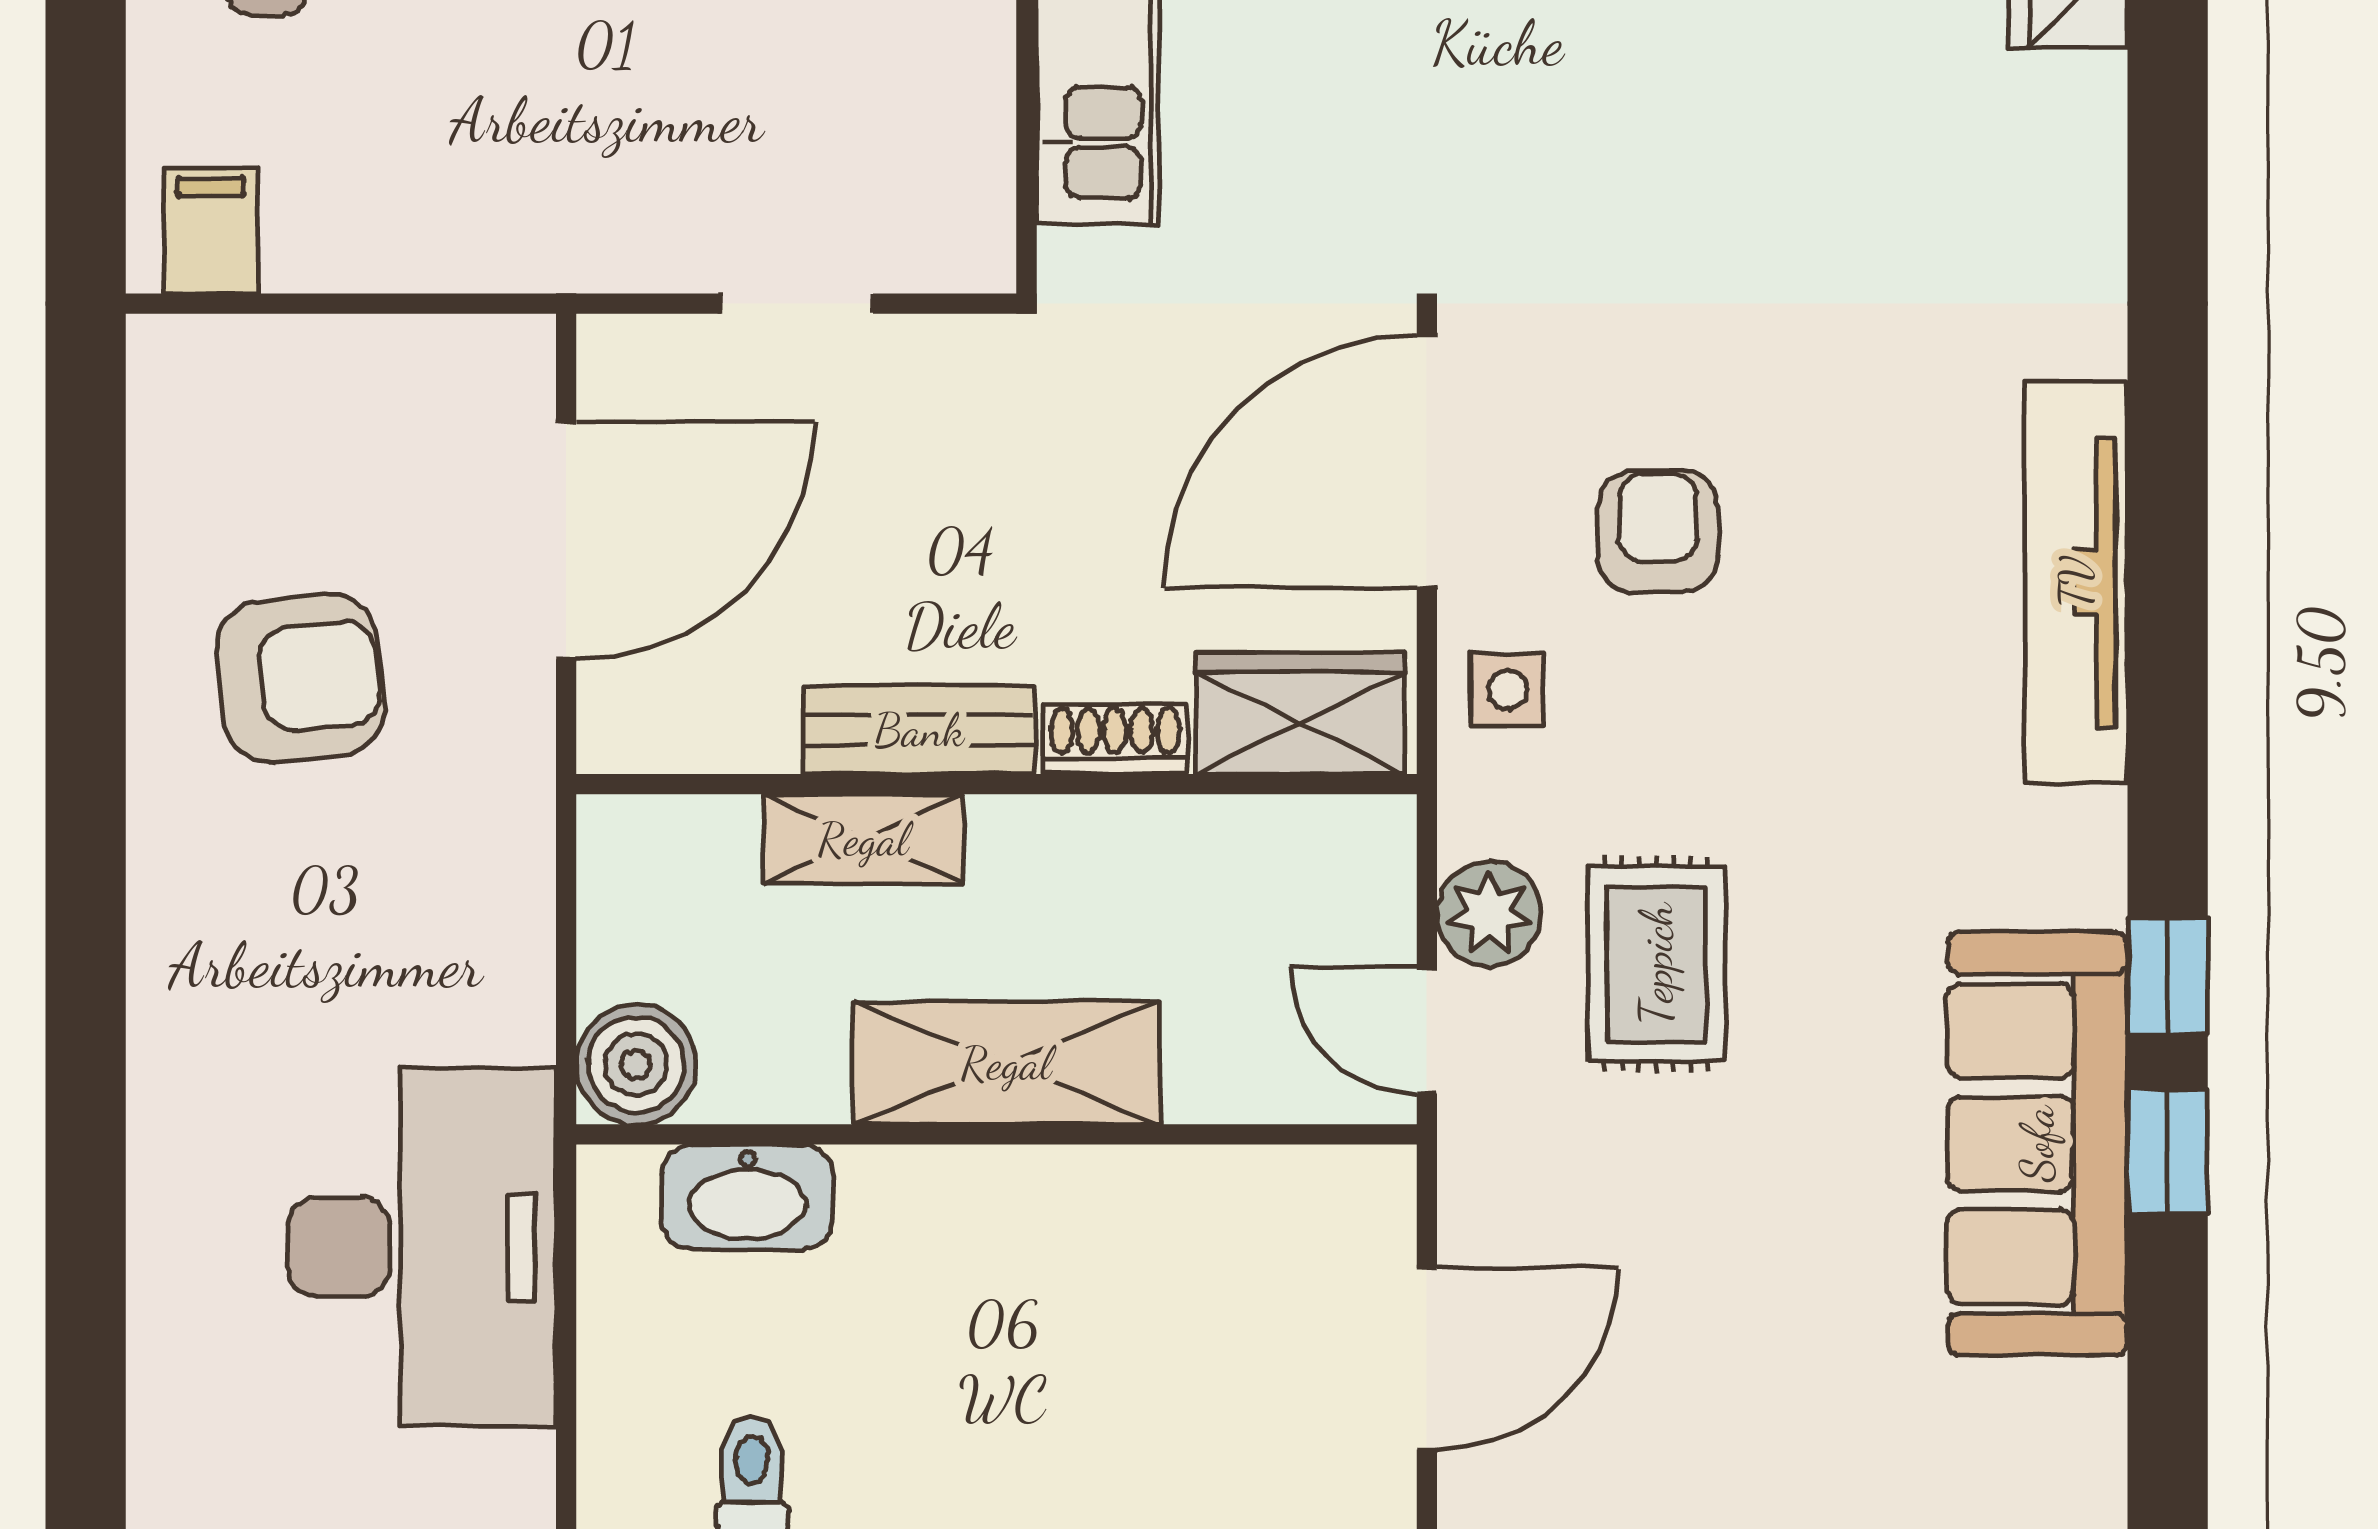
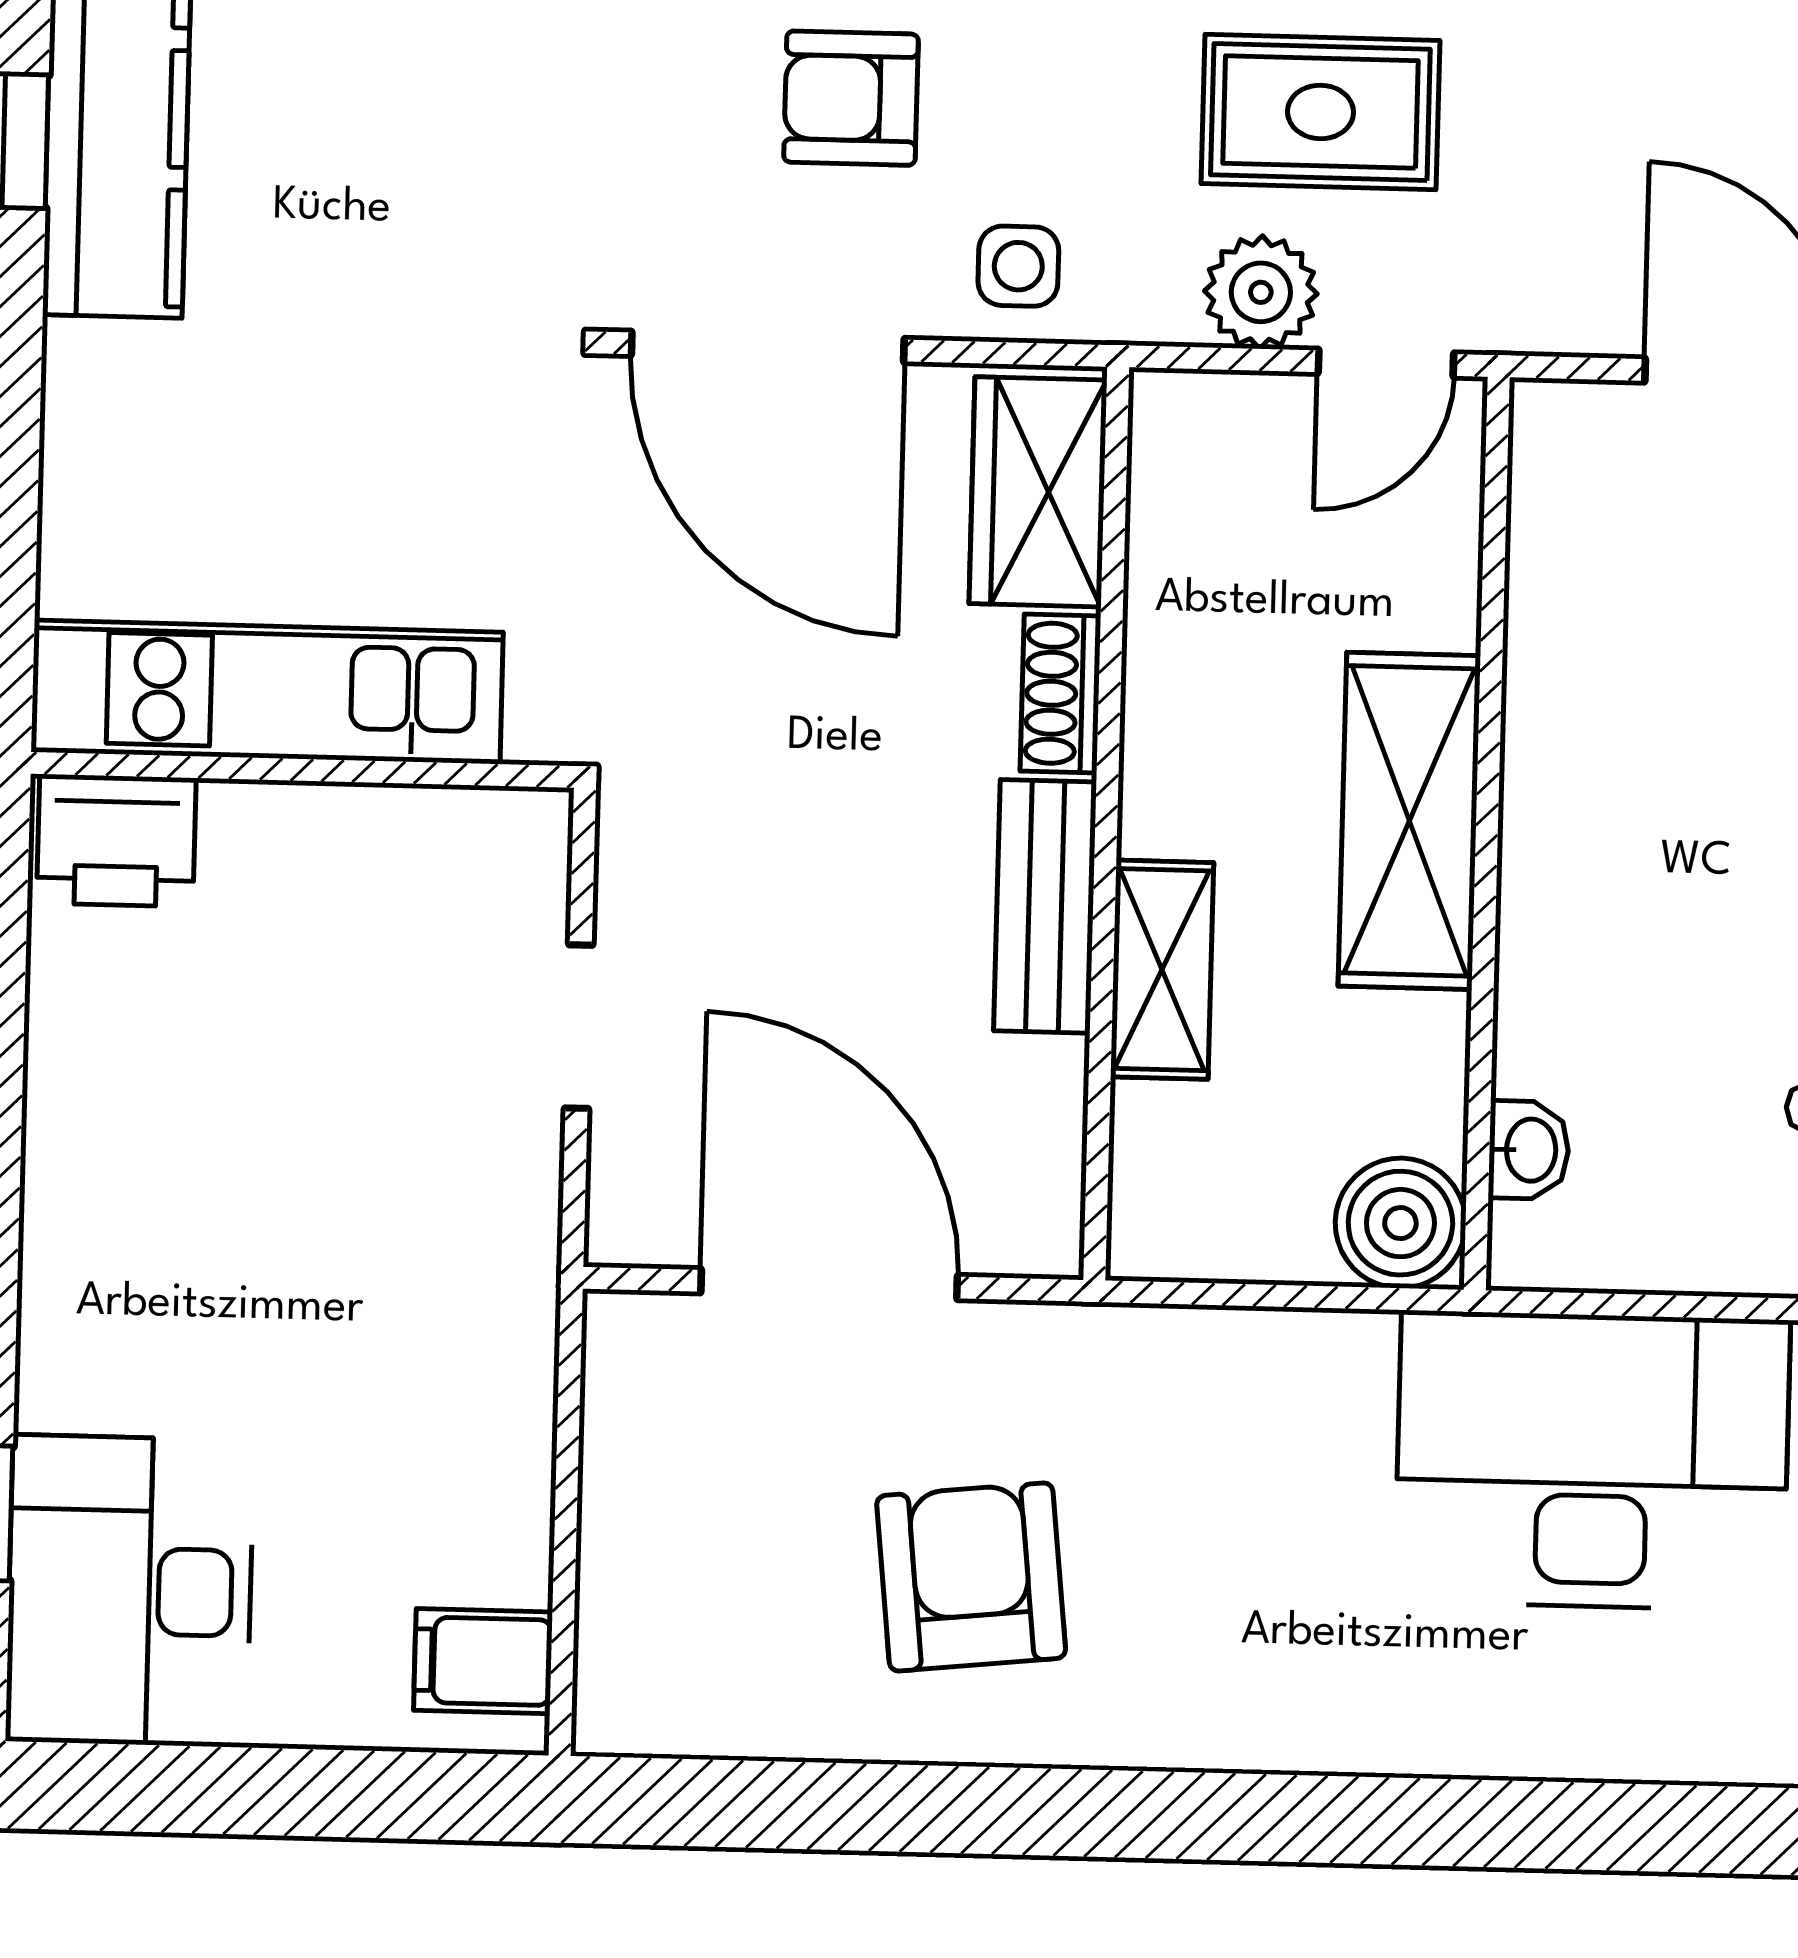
washbasin: (747, 1197) -> (1529, 1150), width x0.52, depth x0.69

